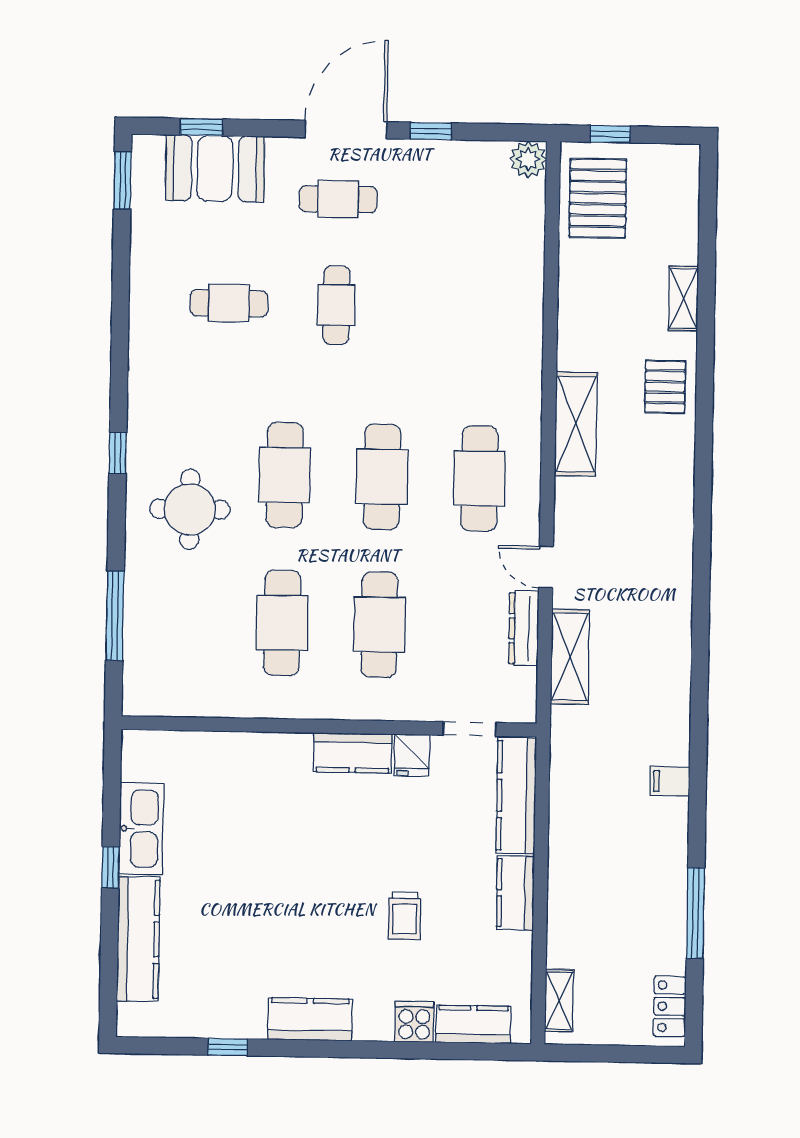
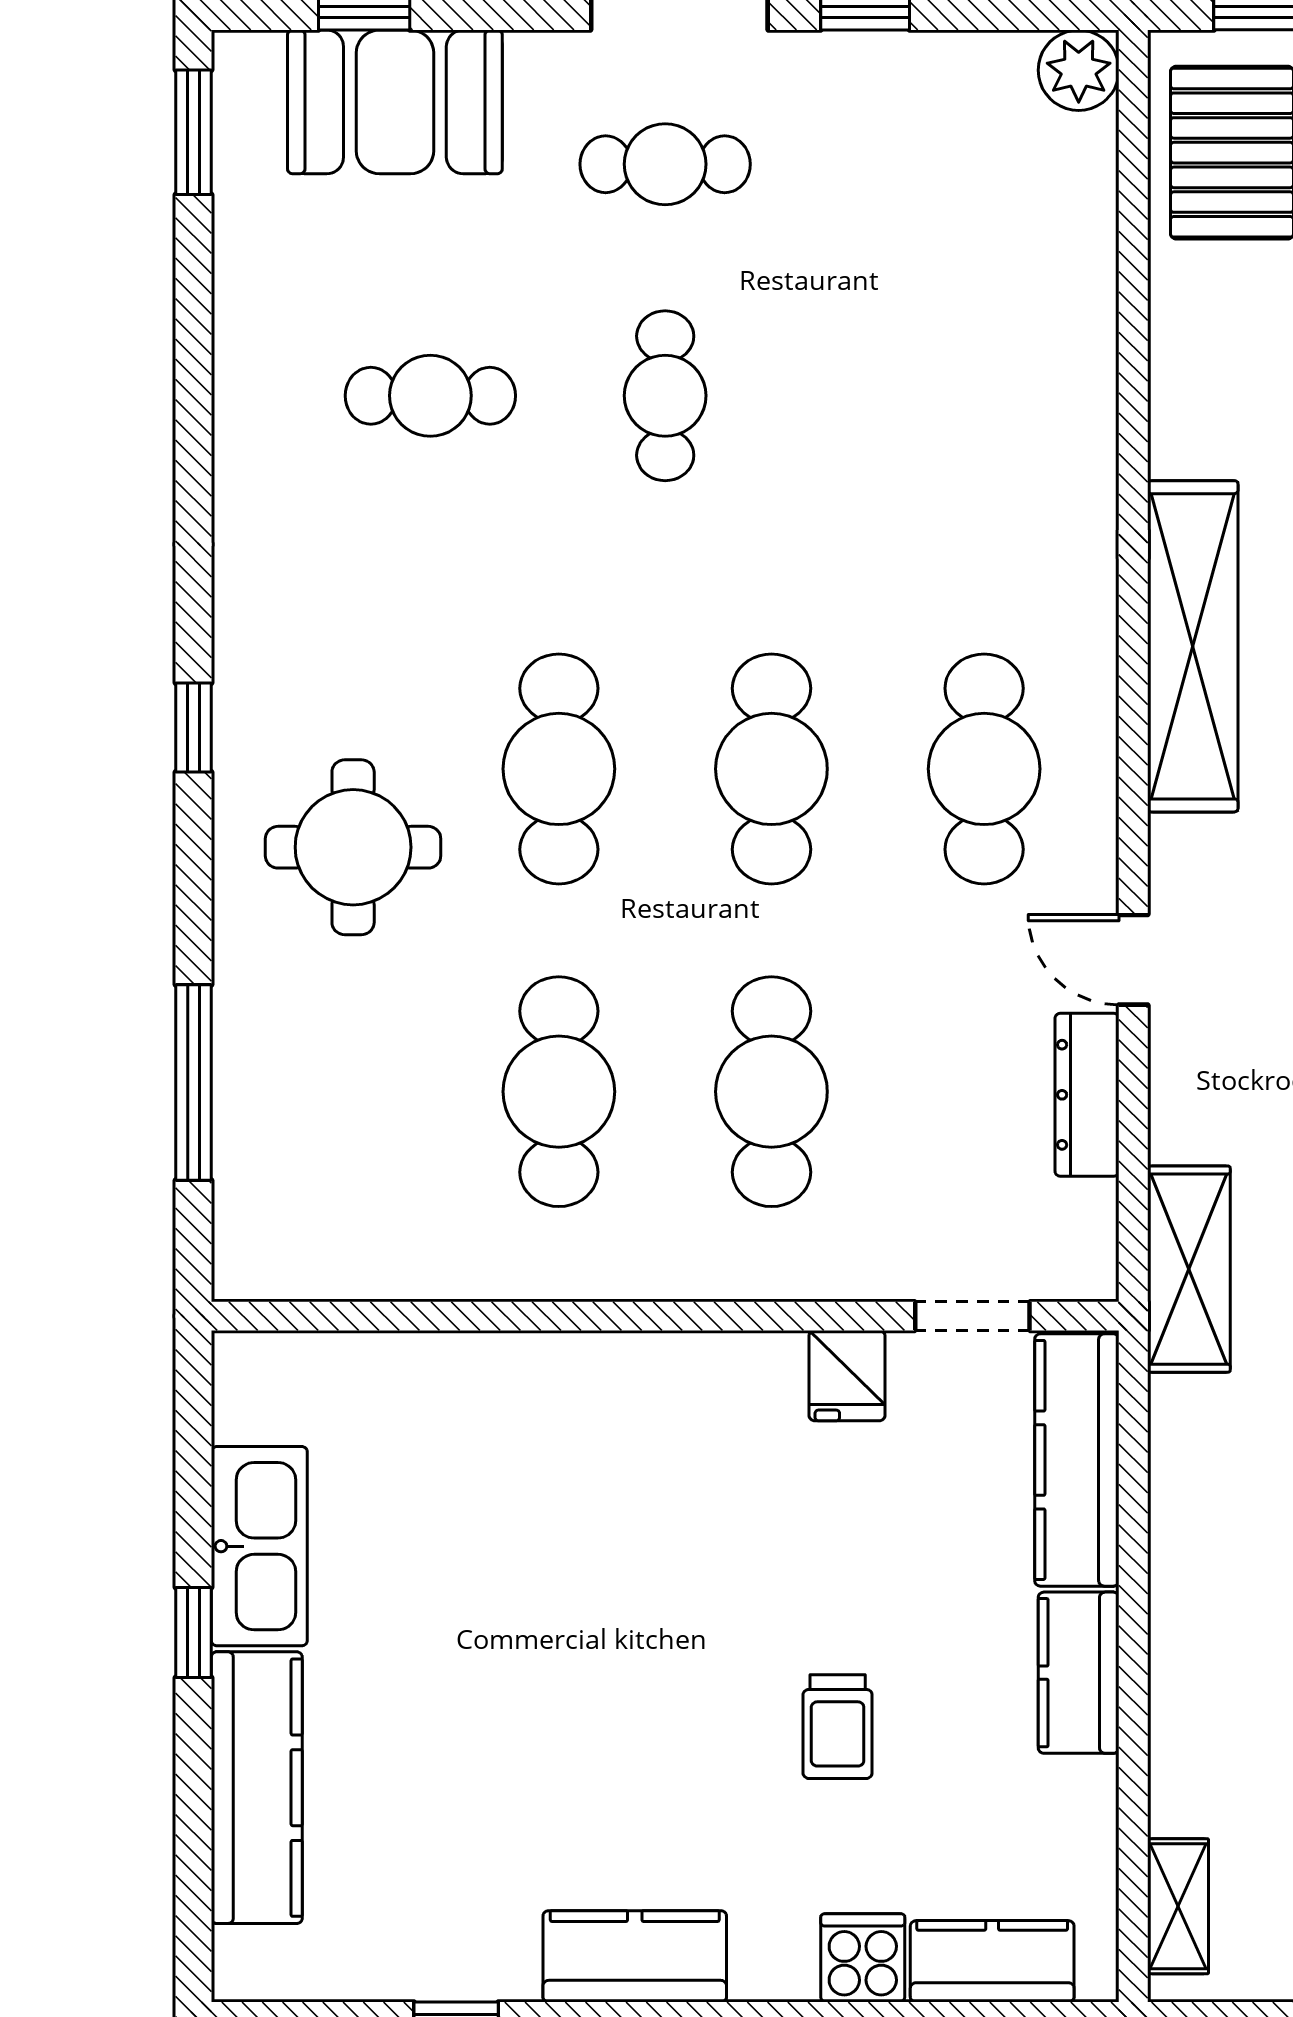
shelving: (576, 424) -> (1193, 646), width x1.47
shelving: (570, 657) -> (1189, 1269), moved
kitchen counter: (353, 753) -> (718, 1373), removed

